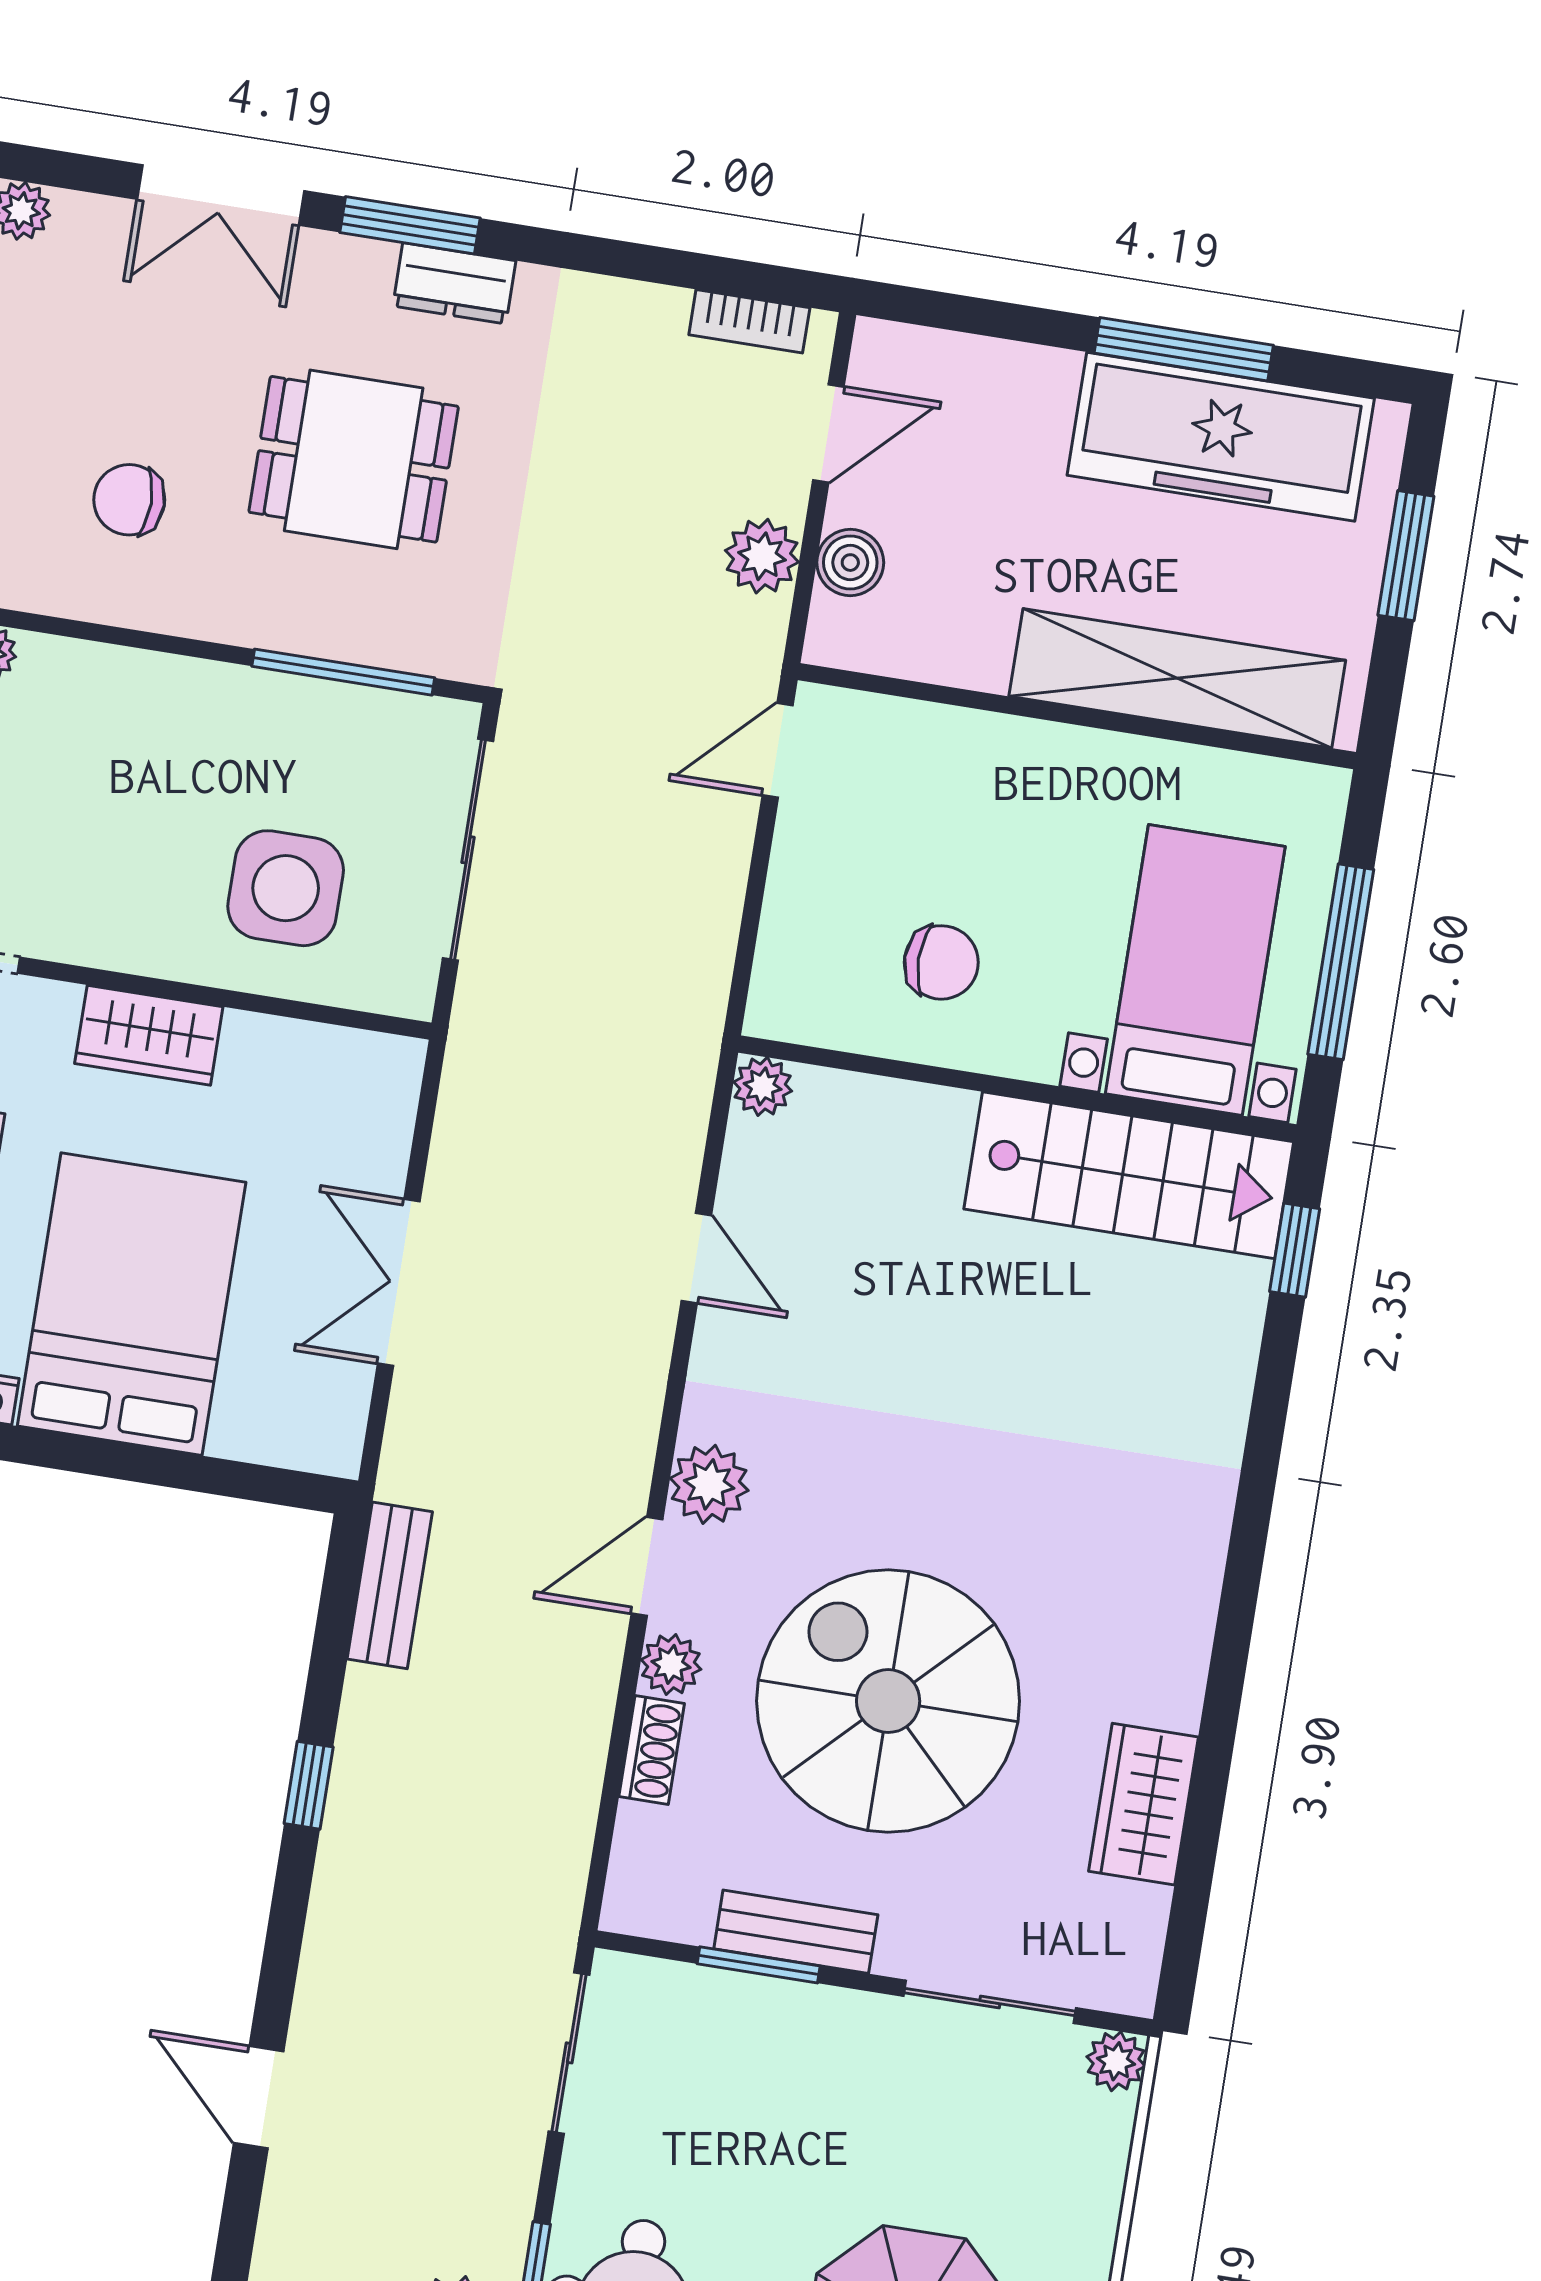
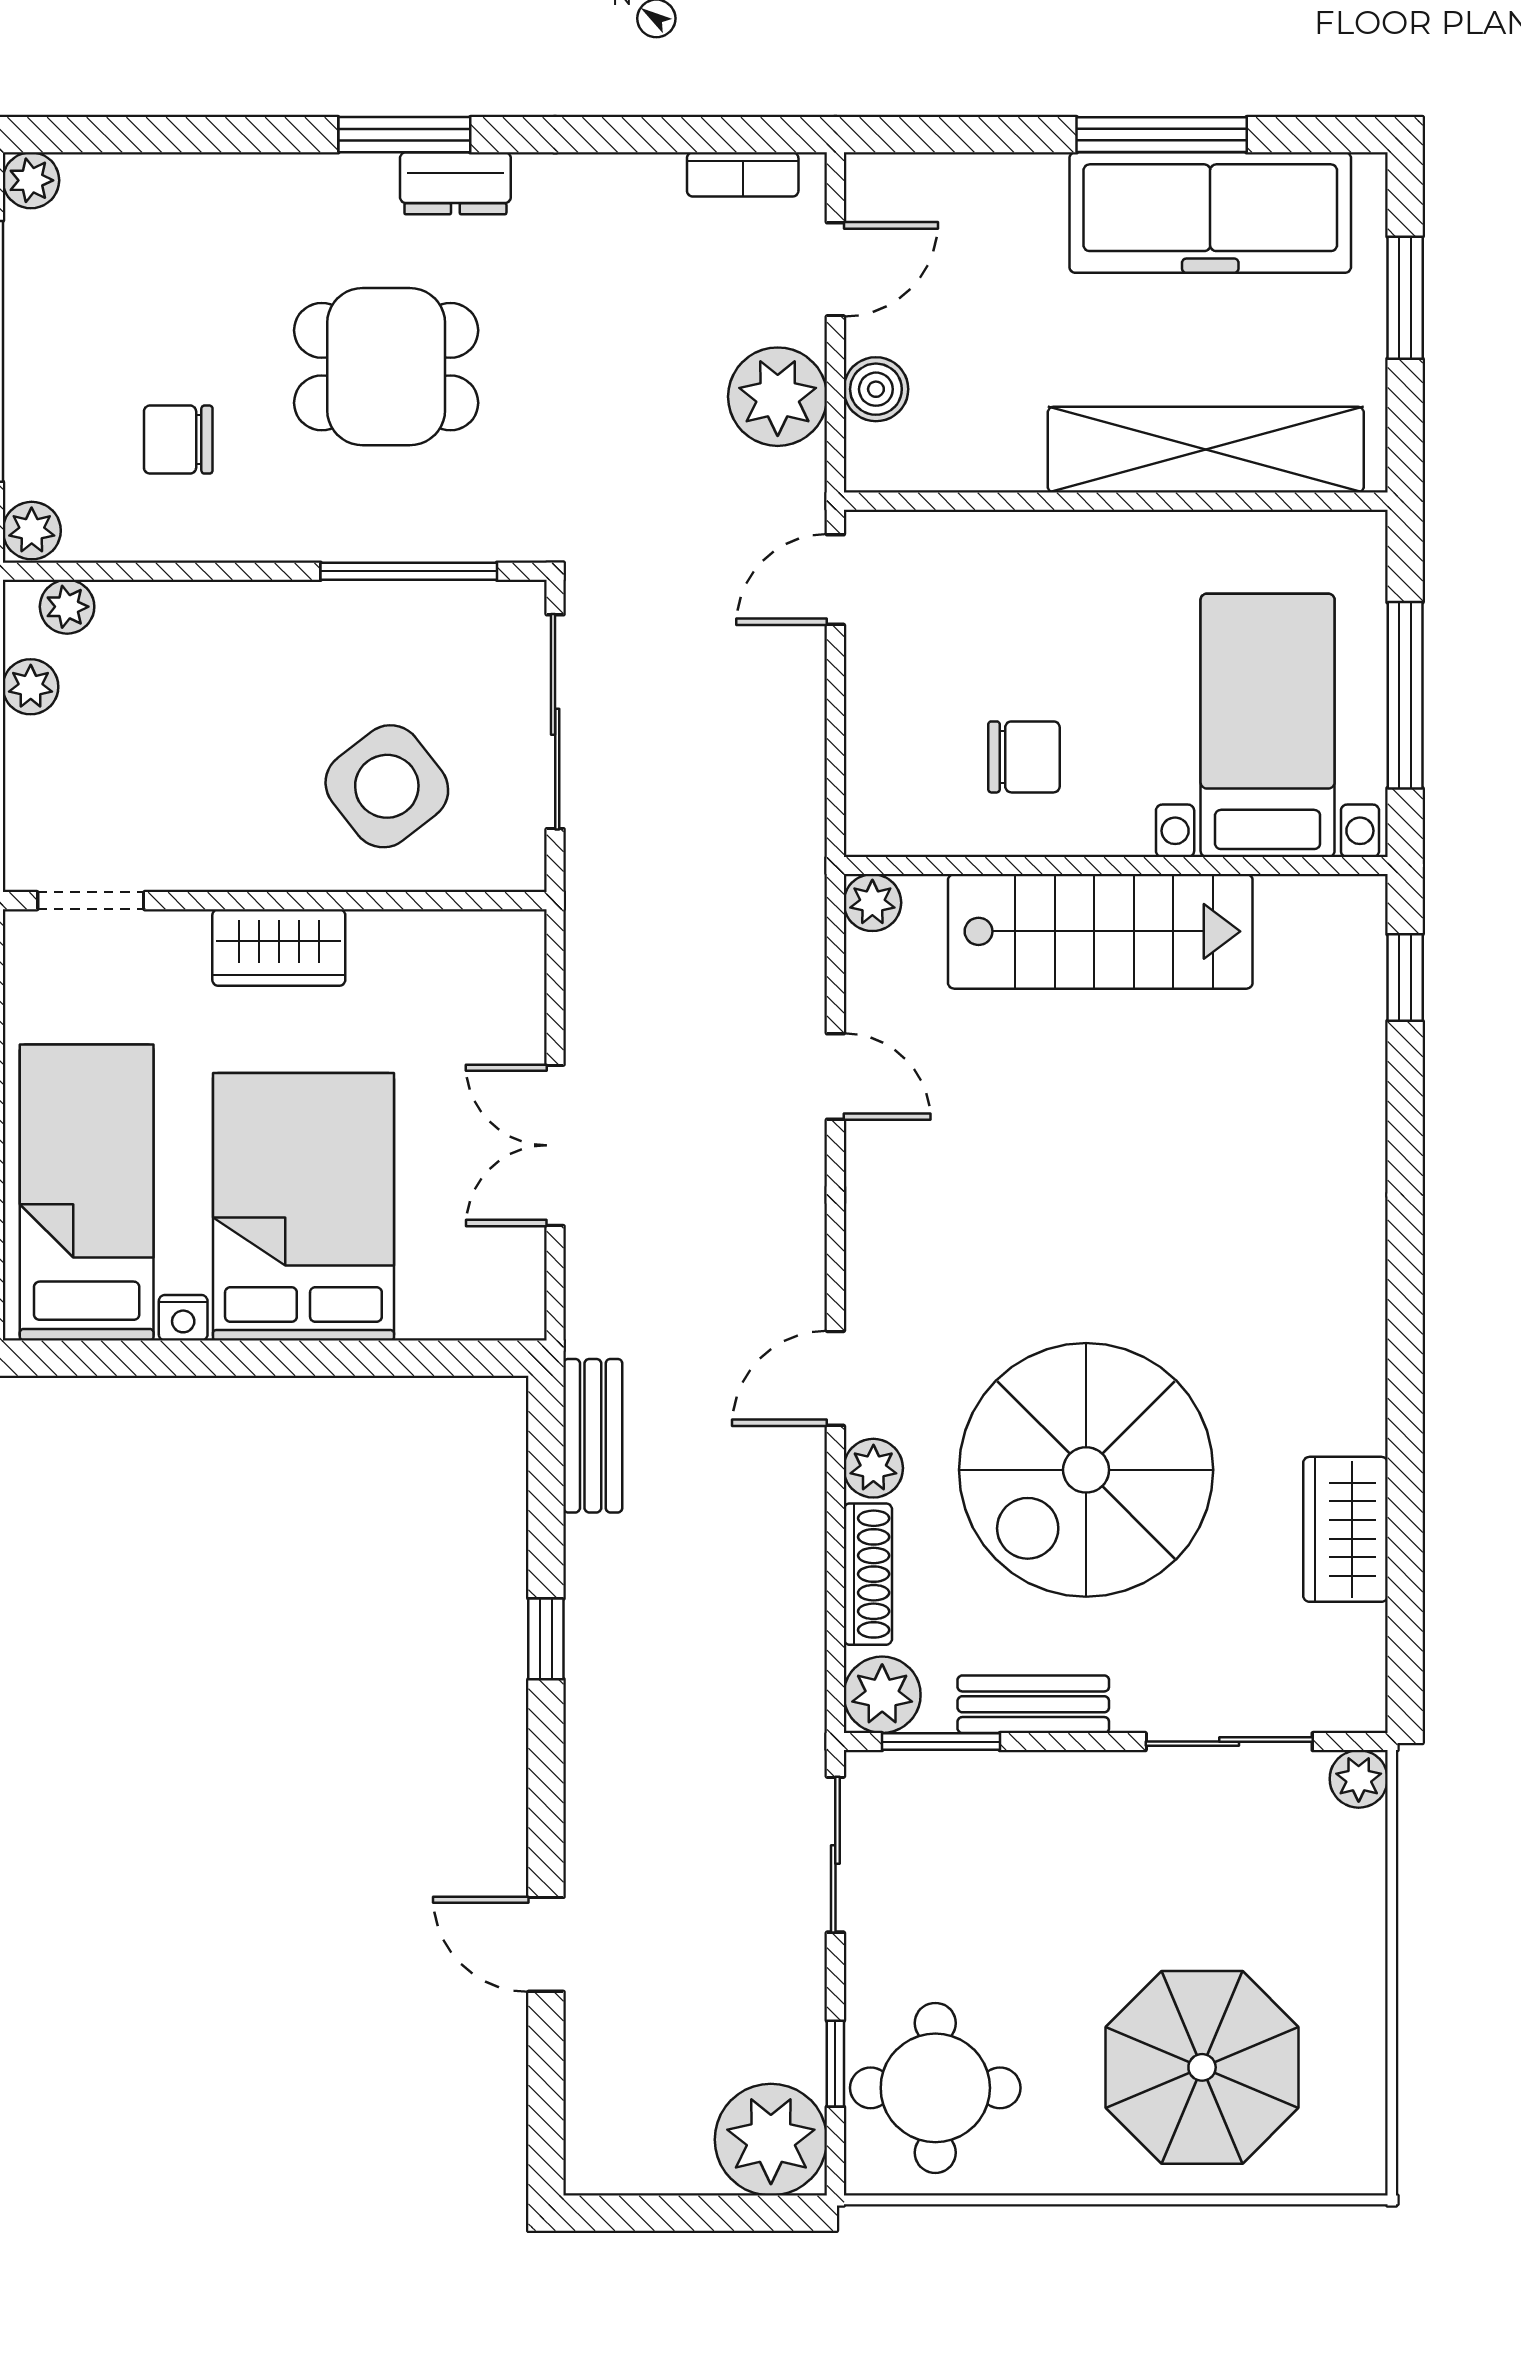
double door: (221, 195) -> (219, 135), removed
plant: (762, 556) -> (778, 397), width x1.36, depth x1.36
side table: (286, 888) -> (387, 786), turned -38
stairs: (1129, 1175) -> (1100, 931), moved
plant: (709, 1484) -> (882, 1695), moved
spiral stairs: (888, 1701) -> (1086, 1470), turned -90
shoe rack: (652, 1750) -> (868, 1574), width x1.43
window: (759, 1965) -> (941, 1742), moved

